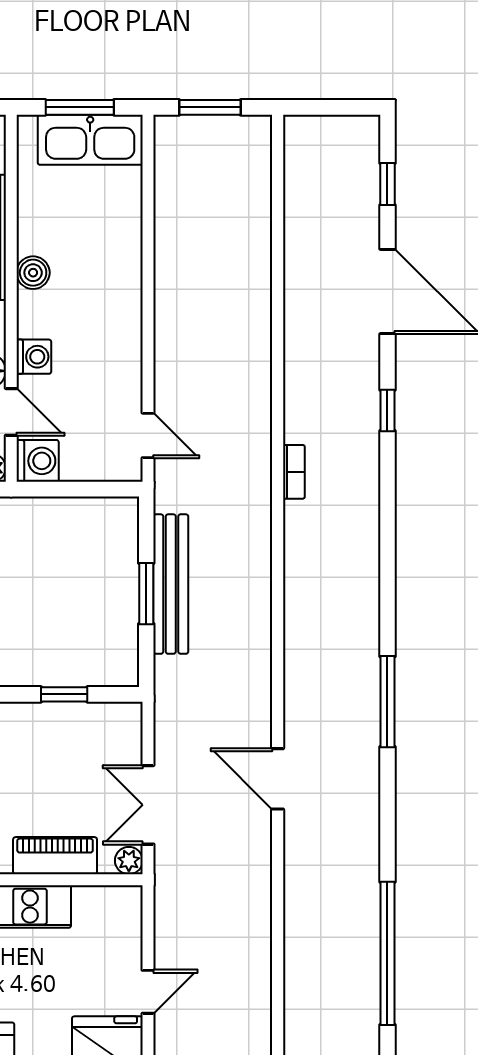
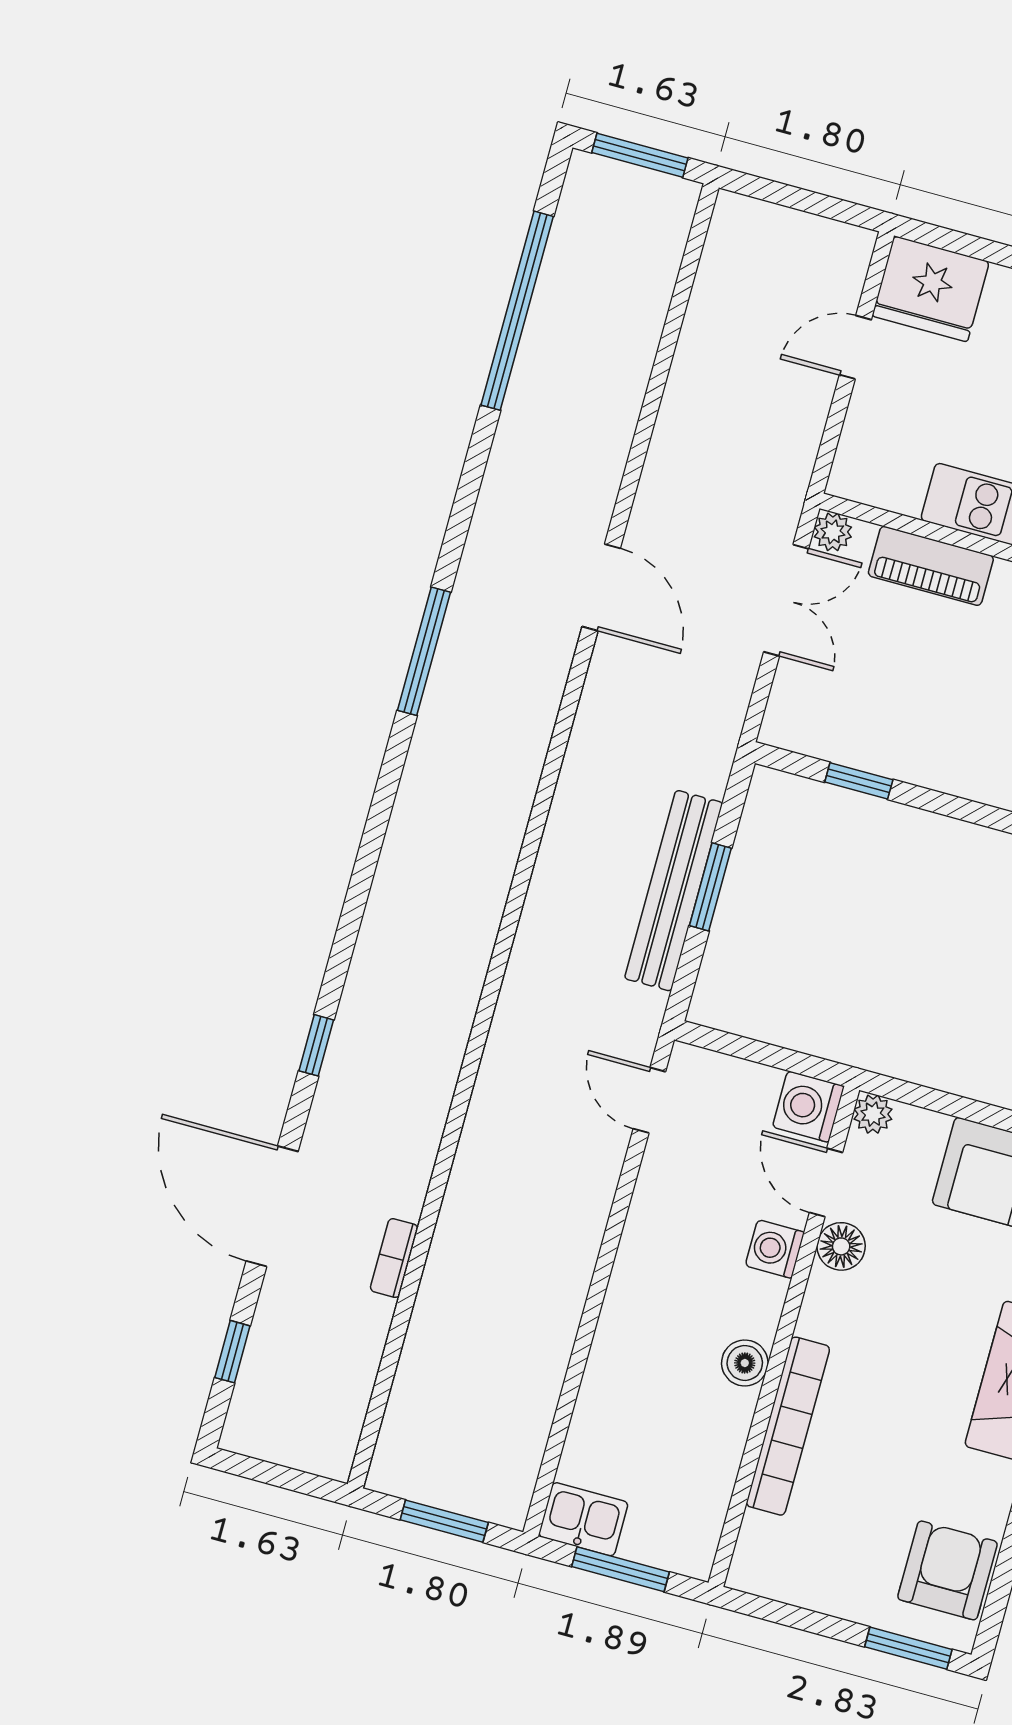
kitchen sink: (90, 140) -> (583, 1519), width x0.53, depth x0.81
bookcase: (294, 472) -> (394, 1258), moved

